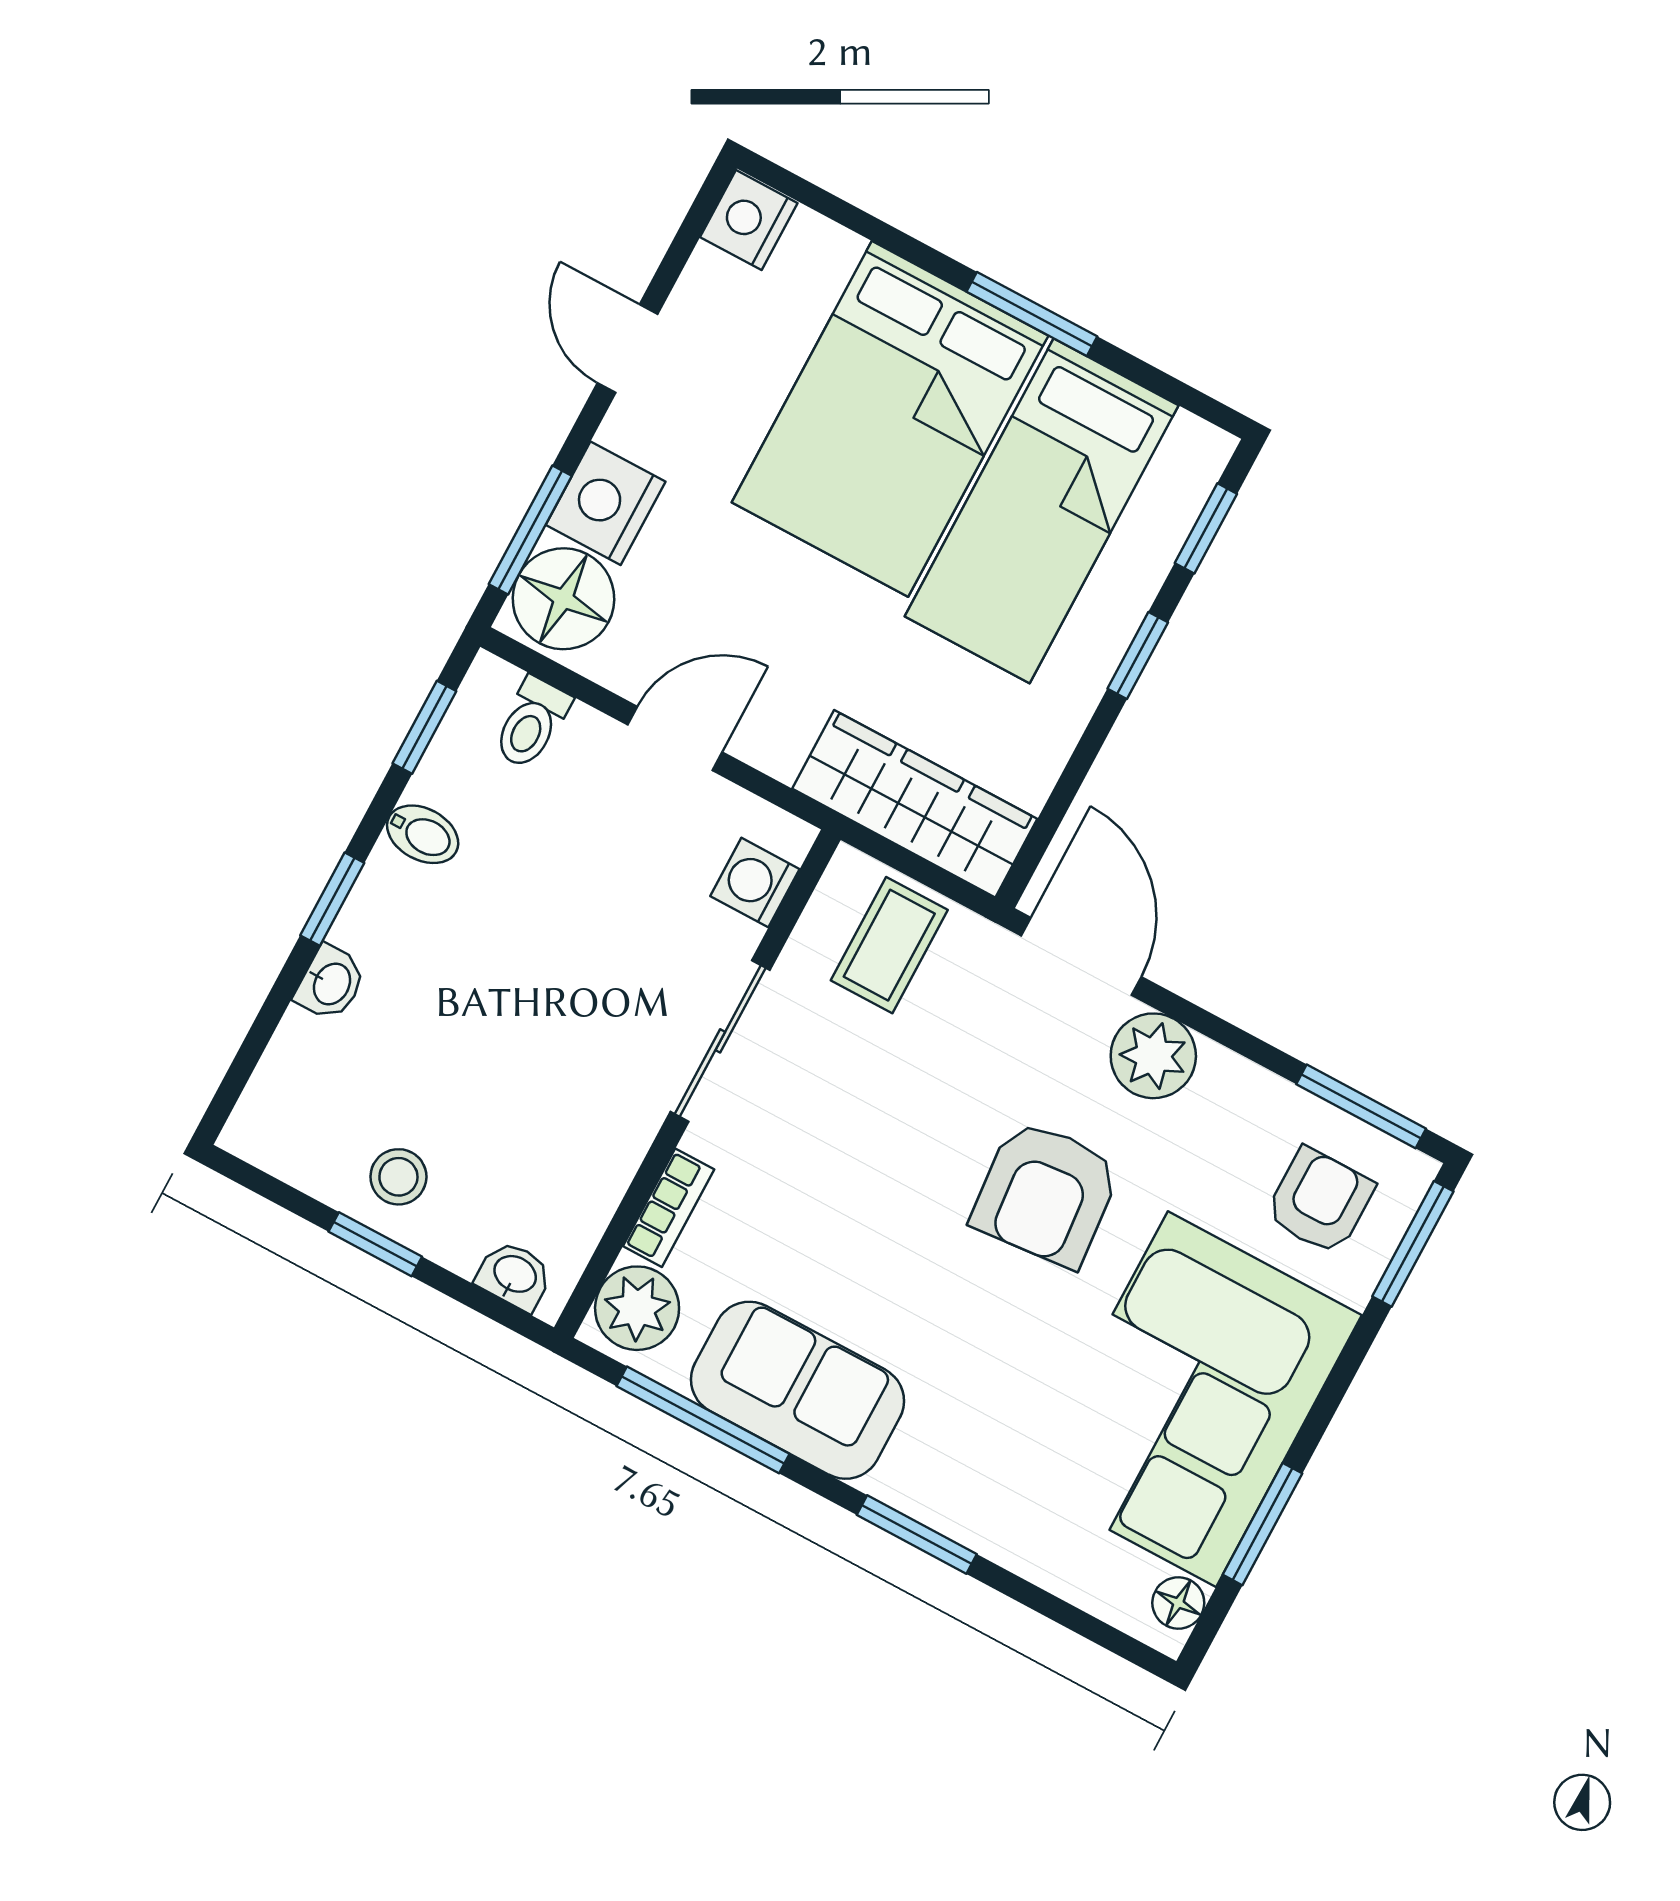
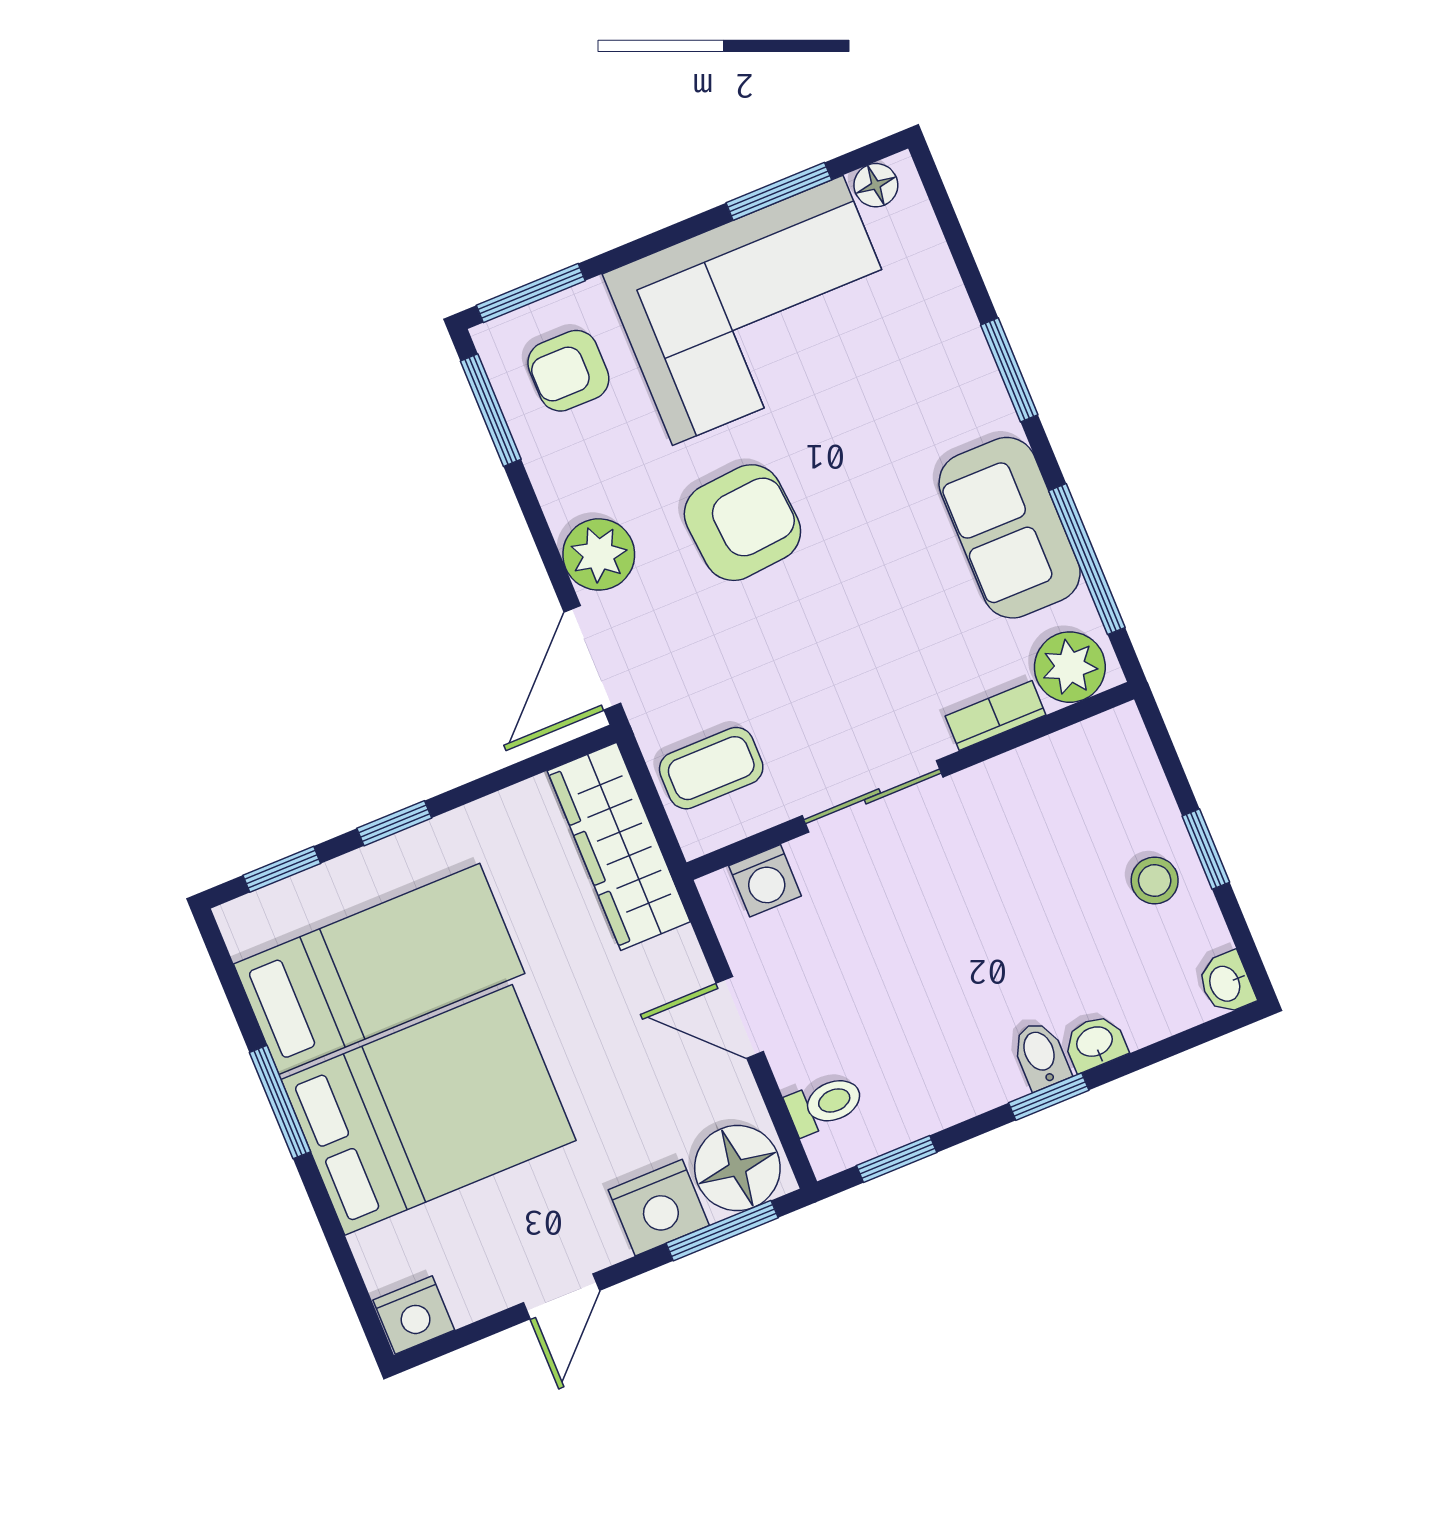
bidet: (423, 834) -> (1041, 1055), moved
washbasin: (514, 1275) -> (1226, 983), moved

